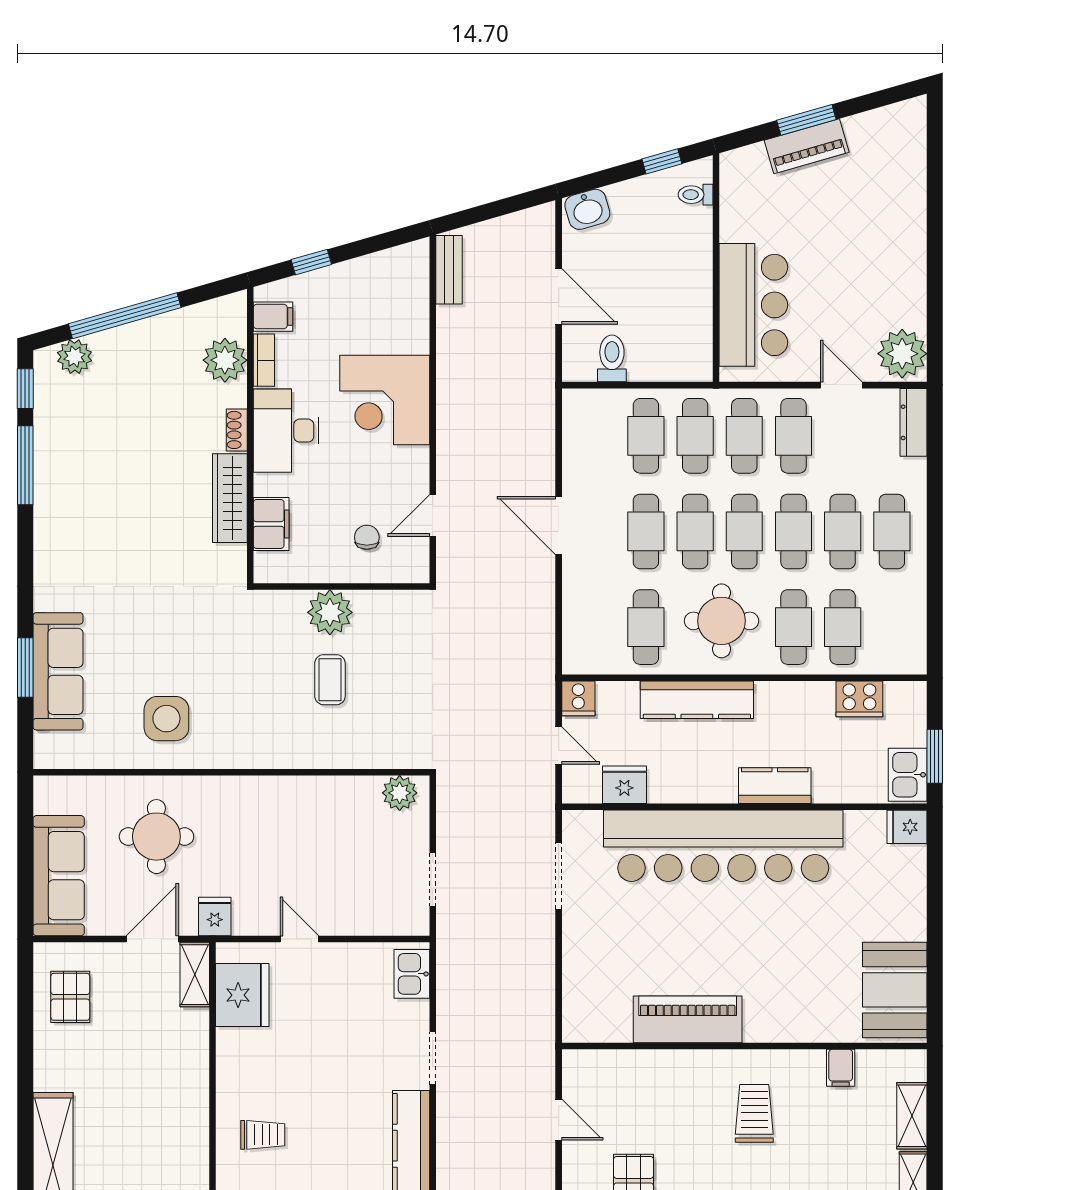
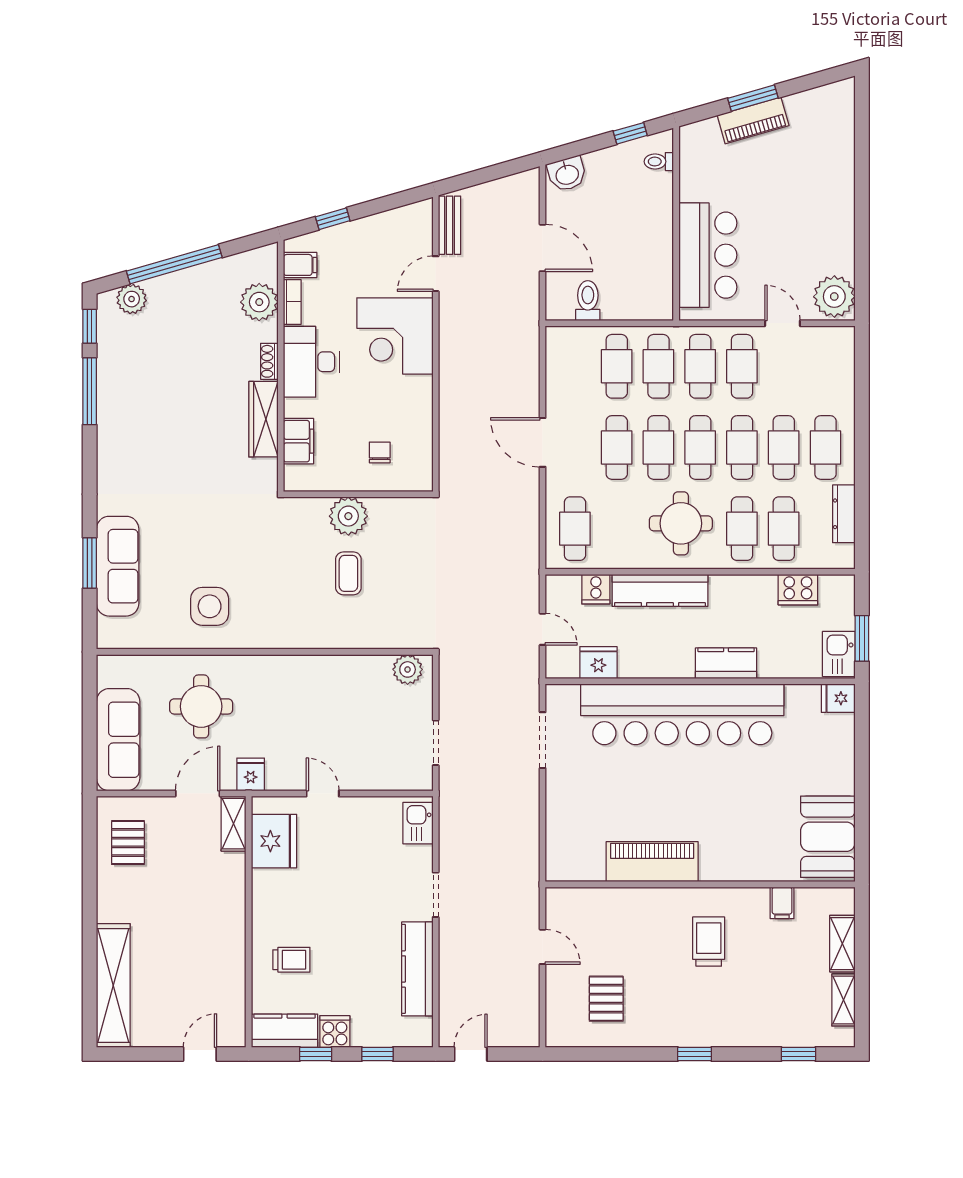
dresser: (914, 422) -> (844, 514), moved
door: (433, 515) -> (436, 274), moved
cafe table: (646, 627) -> (575, 529), moved
cooker: (578, 698) -> (596, 589), moved

